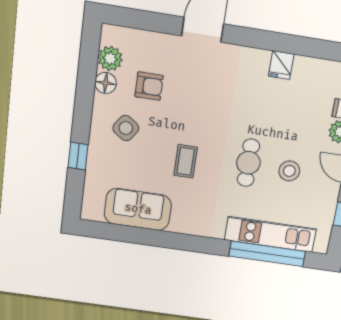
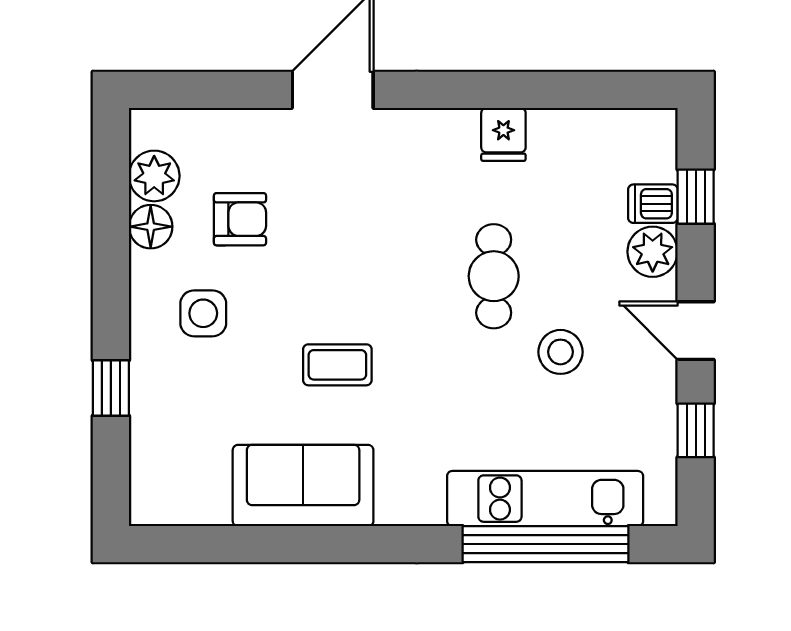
side table: (126, 128) -> (203, 313), turned -35
coffee table: (186, 161) -> (337, 365), turned 90
cafe table: (248, 163) -> (494, 276), moved
sofa: (138, 209) -> (303, 486), moved

